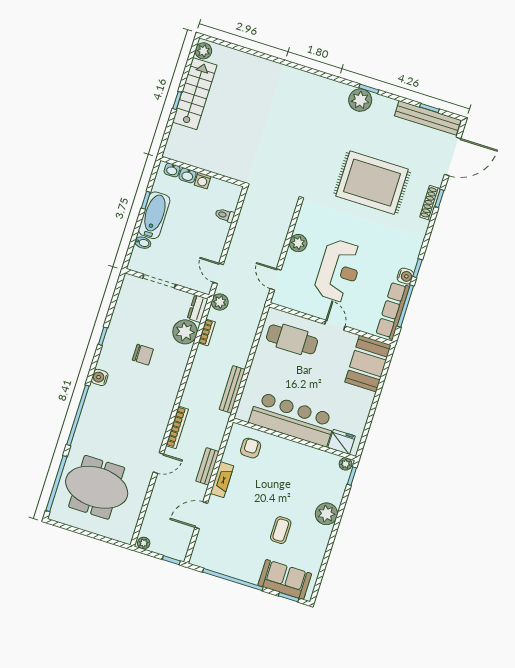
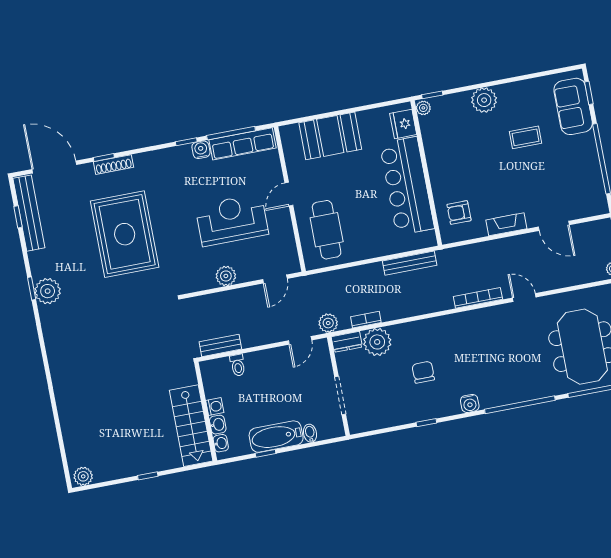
stairs: (195, 94) -> (191, 426), moved, turned -90
booth: (368, 364) -> (330, 136), moved
bench: (208, 466) -> (220, 345), moved

